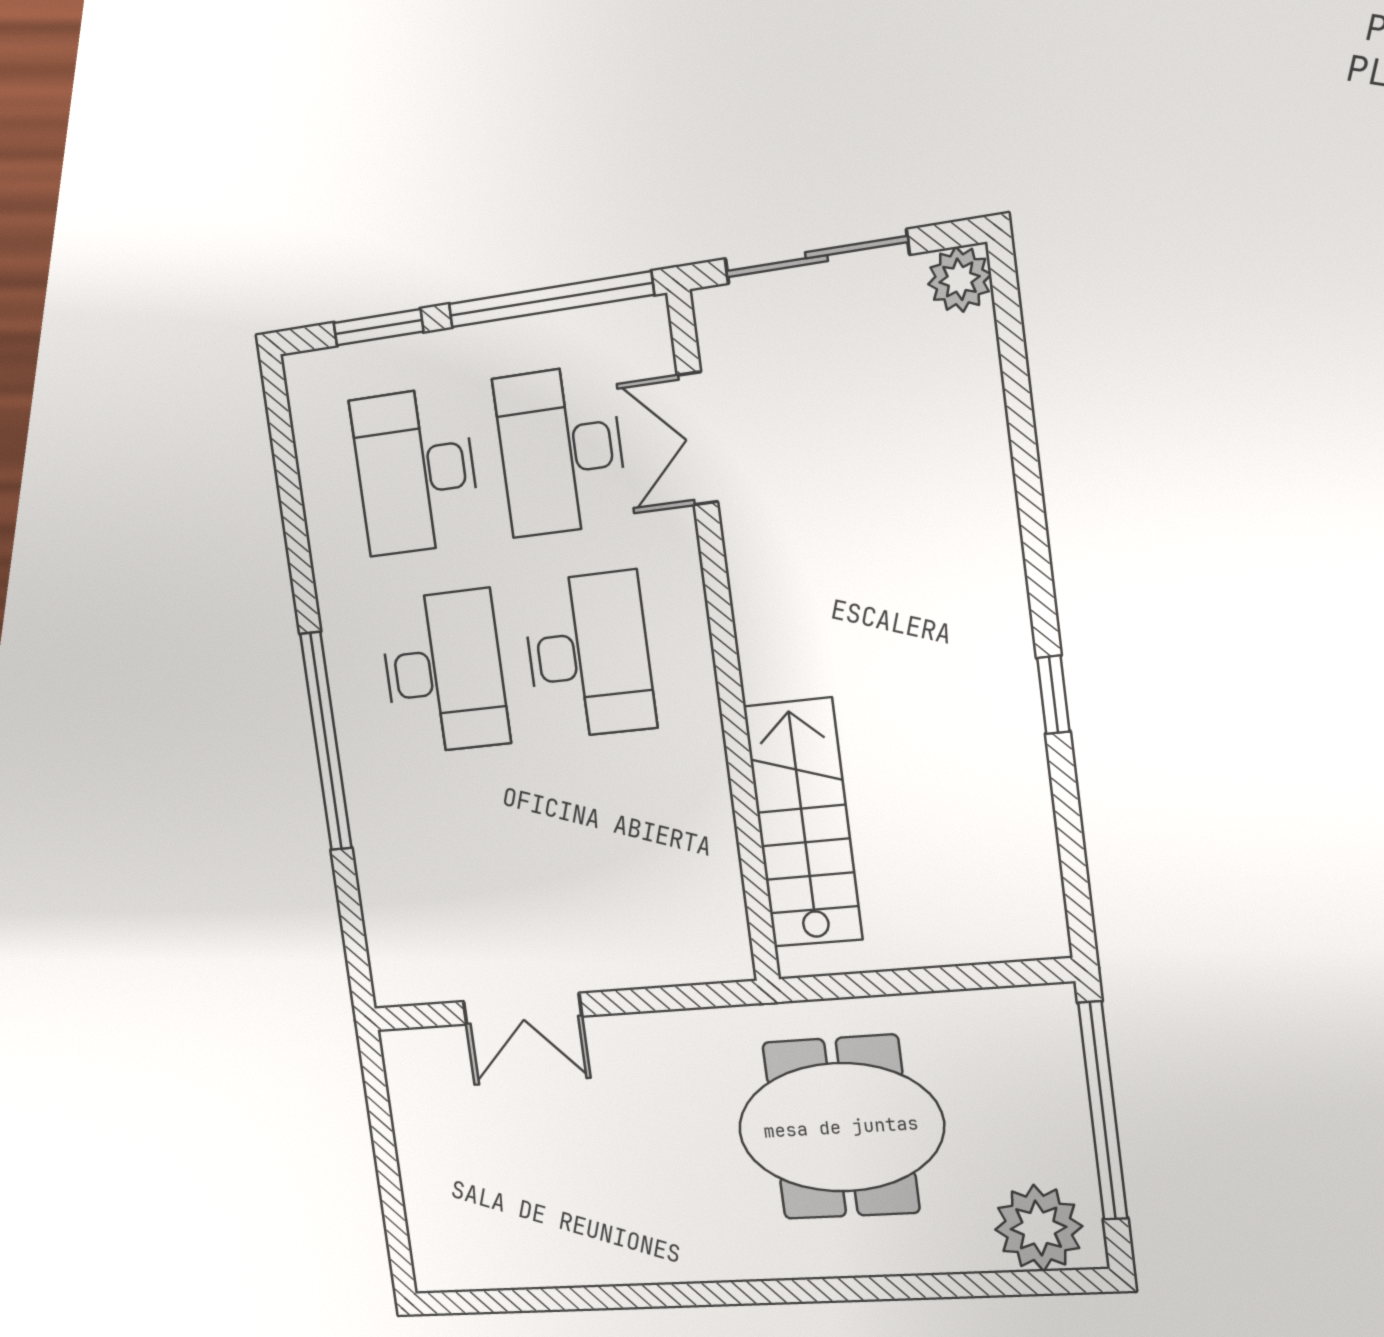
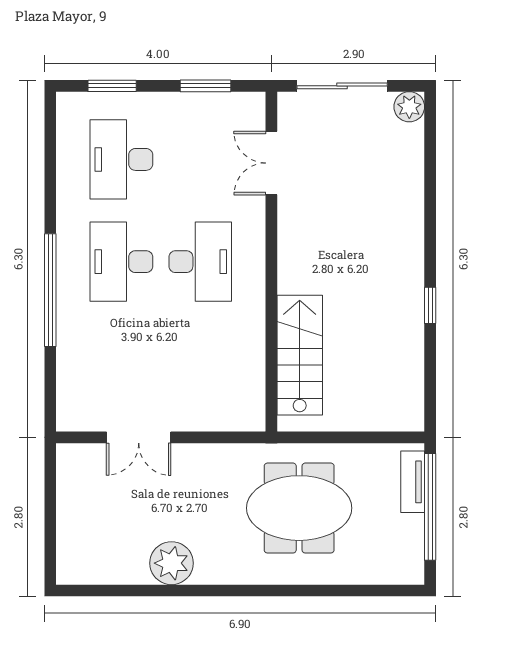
window: (551, 299) -> (205, 86), width x0.47
desk: (561, 450) -> (200, 159), removed
desk: (444, 672) -> (121, 262), turned 180
tv unit: (1061, 1062) -> (413, 482), added
plant: (1039, 1228) -> (172, 563), moved

